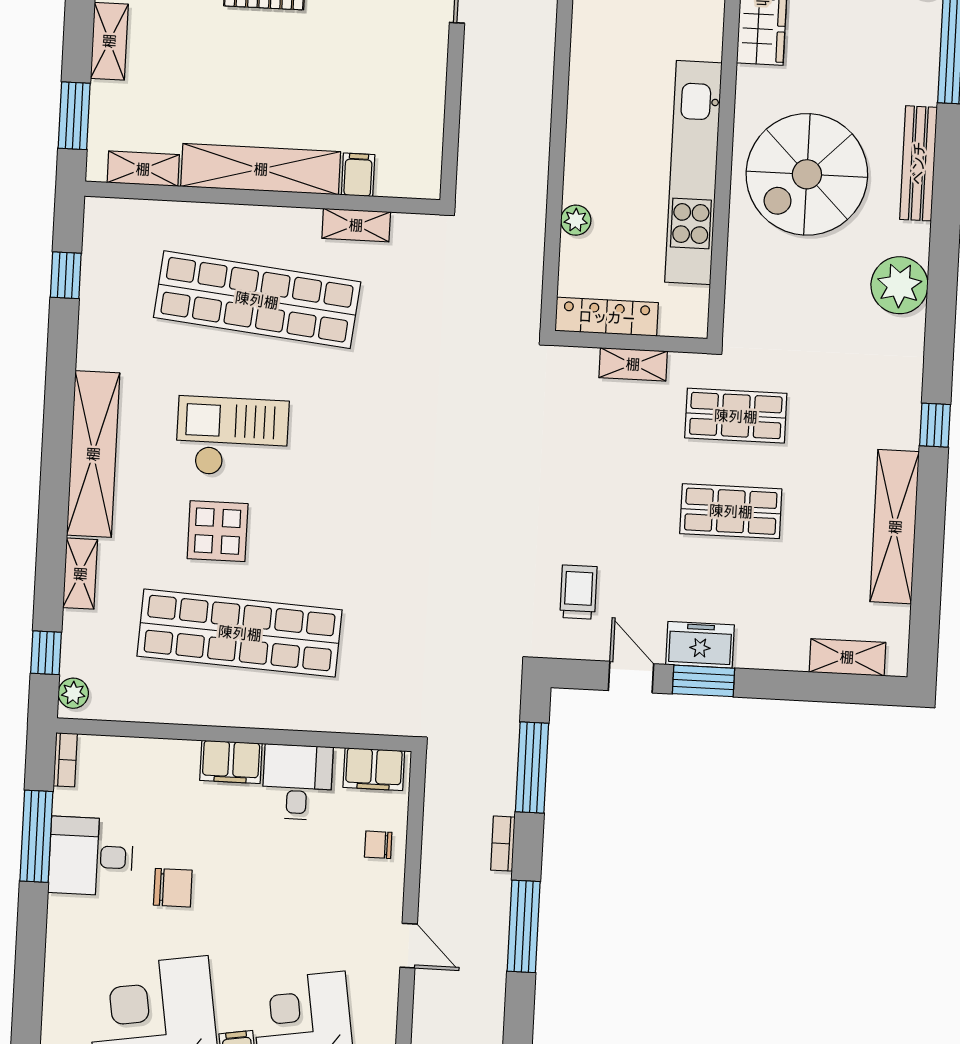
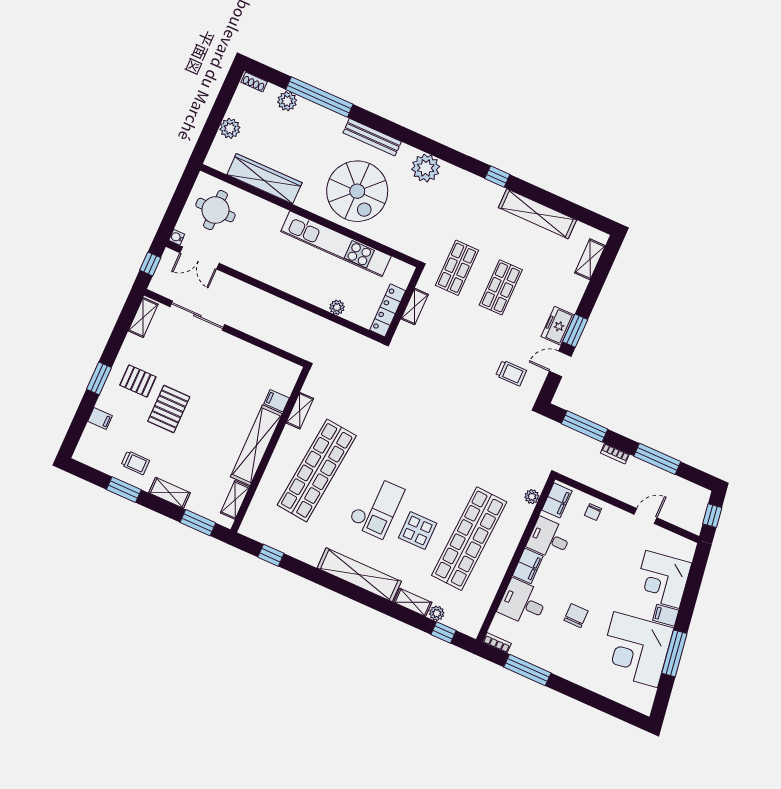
checkout: (232, 437) -> (376, 507), turned 180
trolley: (578, 592) -> (511, 373), turned 180
plant: (73, 693) -> (437, 613), moved
plant: (363, 720) -> (532, 497), added
desk: (91, 856) -> (523, 603), moved, turned 90

